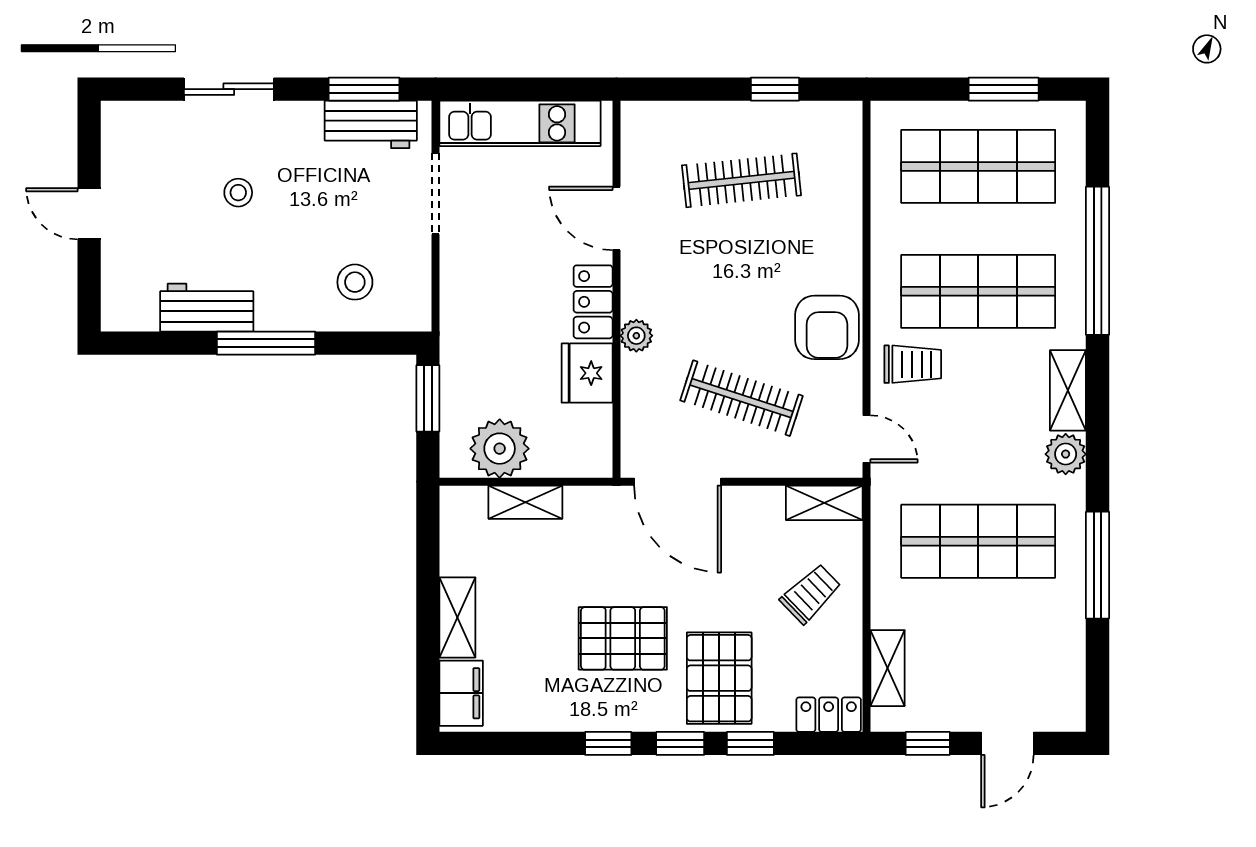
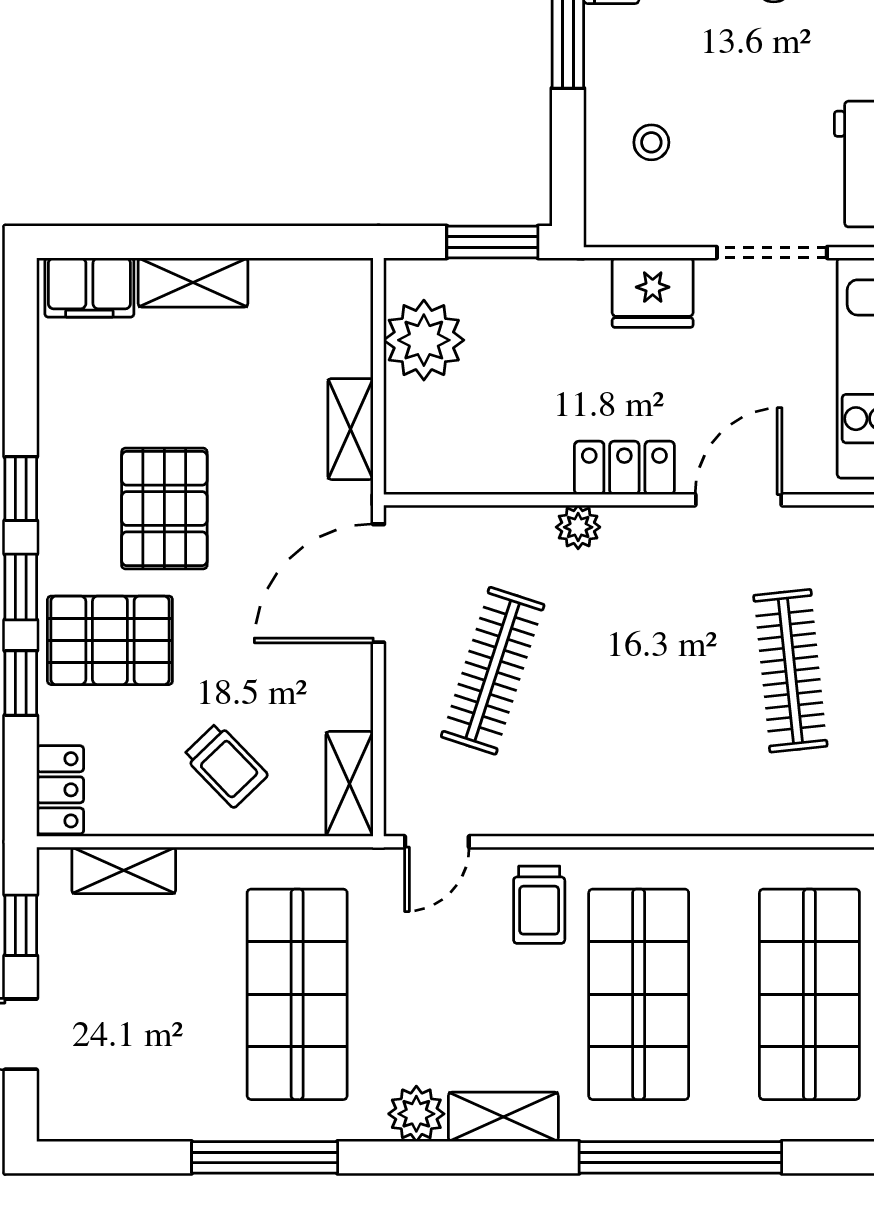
stool: (355, 282) -> (651, 142), width x0.73, depth x0.73
armchair: (827, 327) -> (589, 788), removed
fridge: (587, 373) -> (653, 293), moved, turned 180
shelving: (525, 502) -> (350, 429), moved

